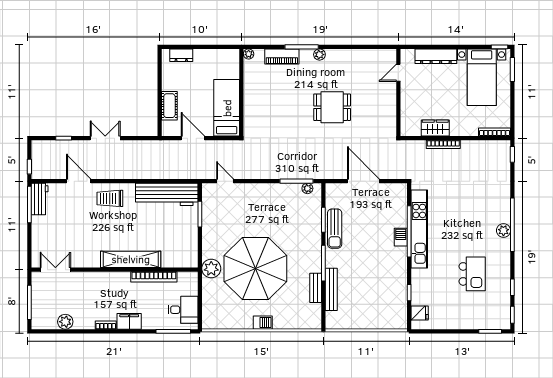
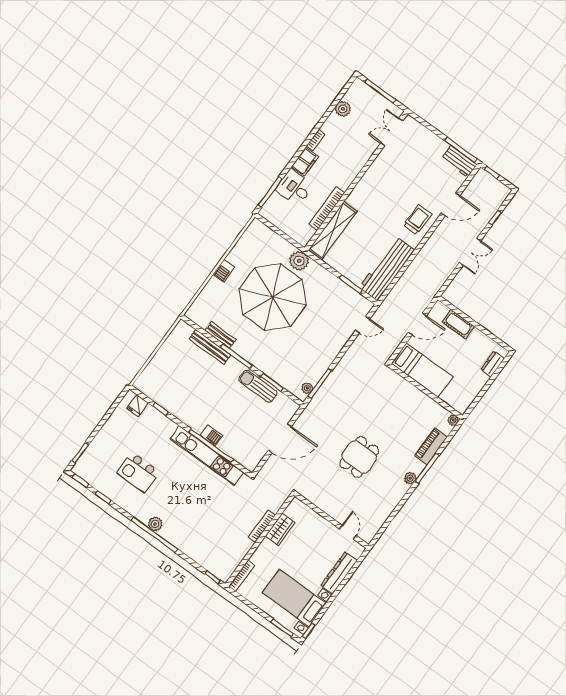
shelving: (131, 259) -> (333, 231), moved
double door: (55, 270) -> (392, 132), swing flipped
desk: (183, 310) -> (294, 188), moved, turned 90

